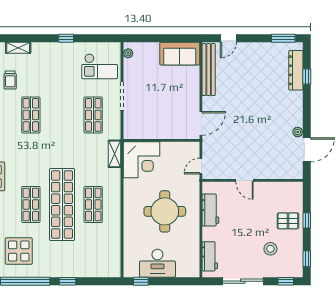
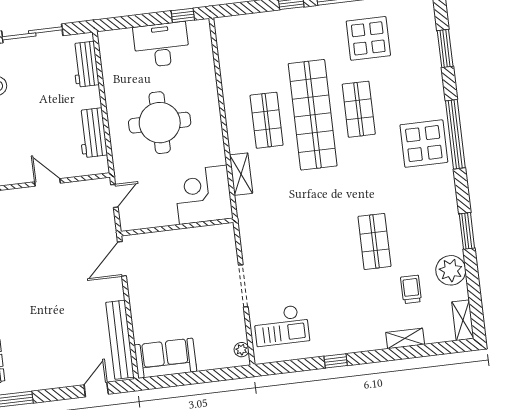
checkout: (100, 66) -> (281, 325), turned 180
shop shelf: (93, 115) -> (282, 252), removed
shelving: (115, 154) -> (241, 174), moved

